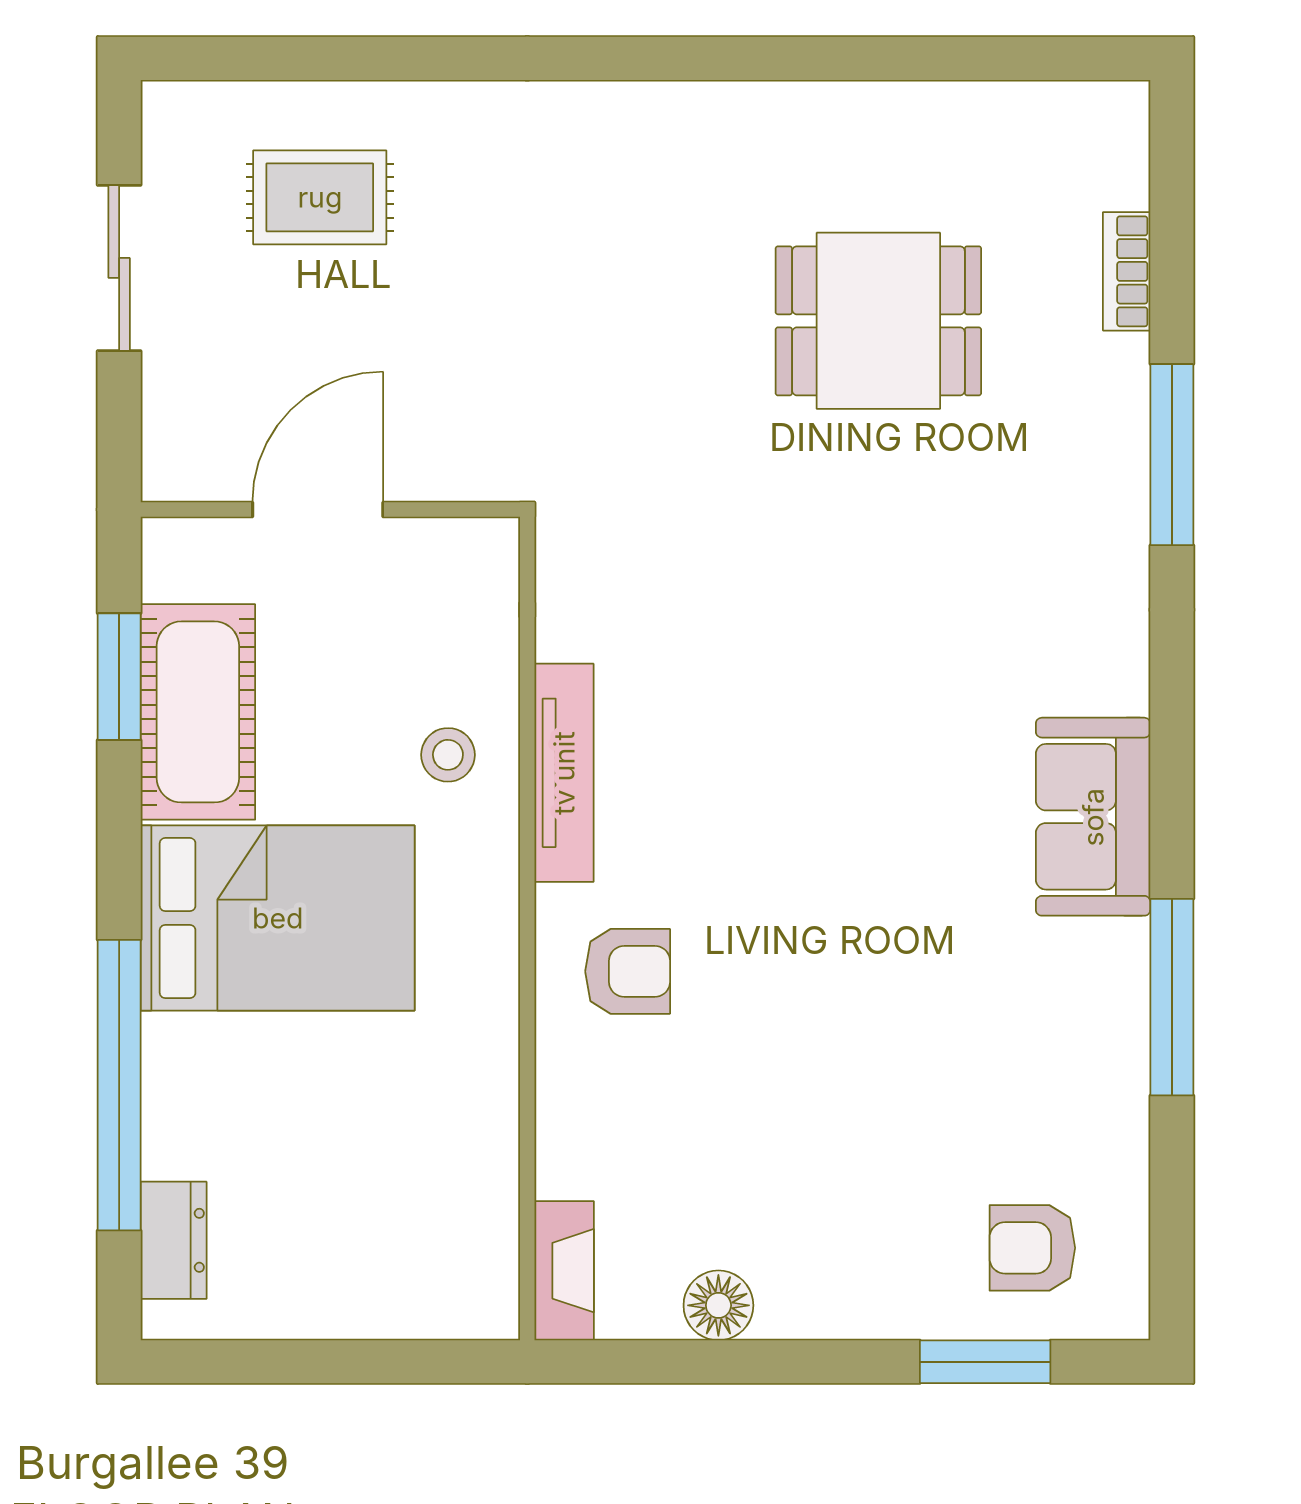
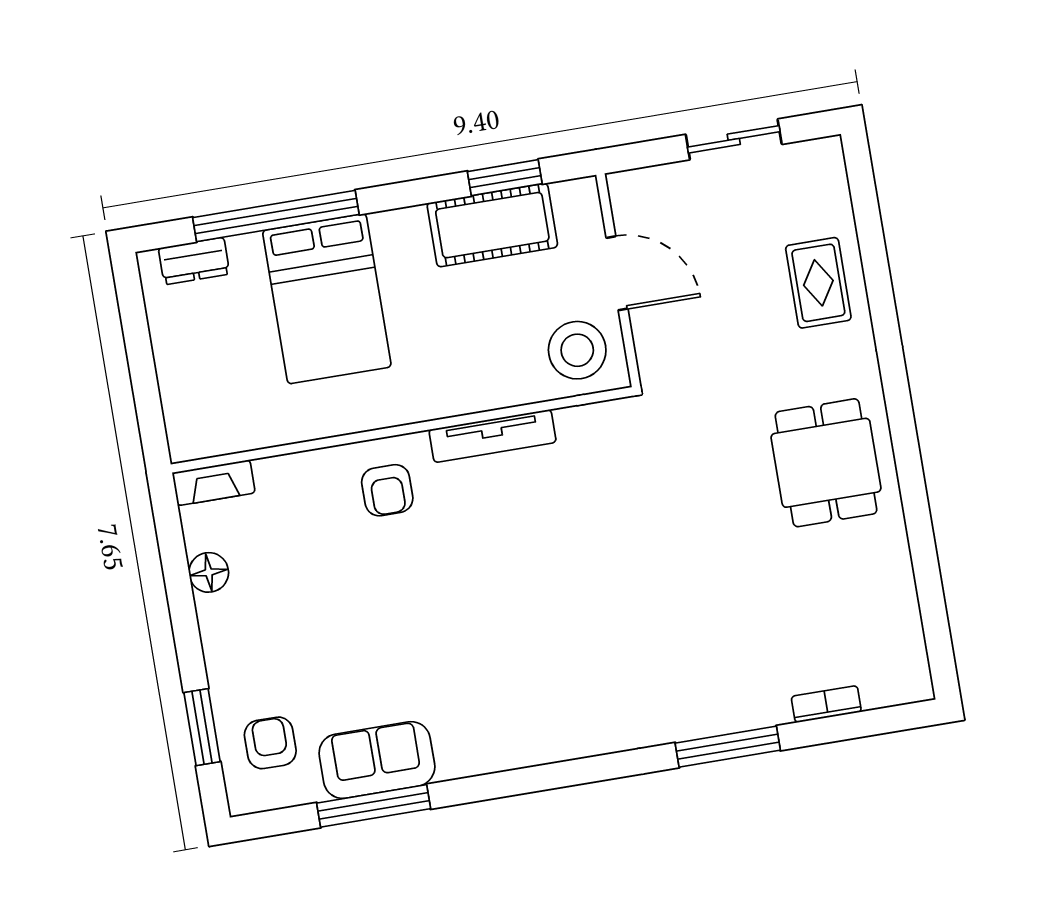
rug: (320, 197) -> (818, 283), moved
dining table: (878, 321) -> (826, 463), moved
stool: (448, 755) -> (577, 350), moved, width x1.89, depth x1.89
sofa: (1093, 817) -> (377, 760), moved
bed: (278, 918) -> (327, 299), moved
window: (1172, 997) -> (374, 806), moved

